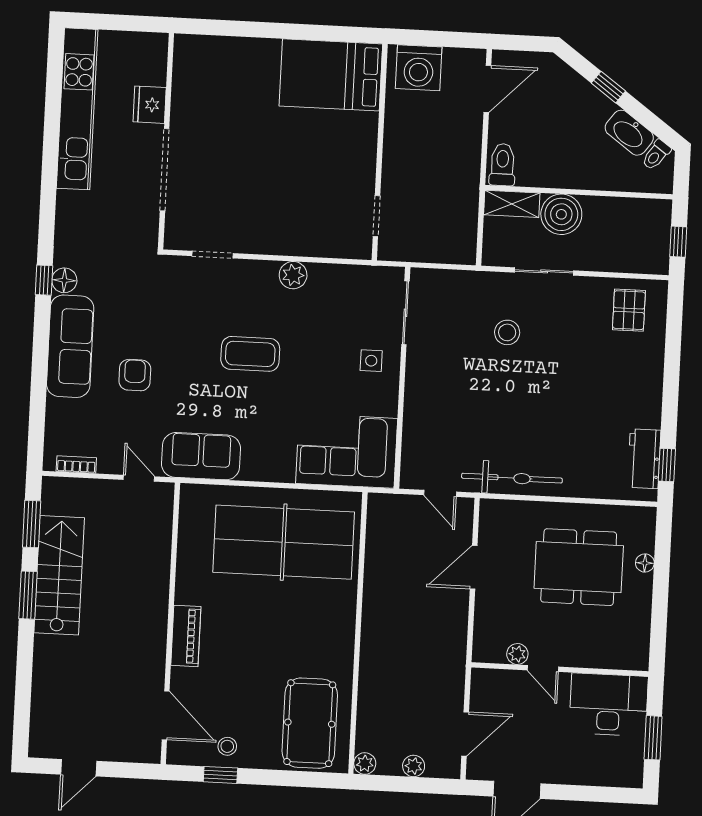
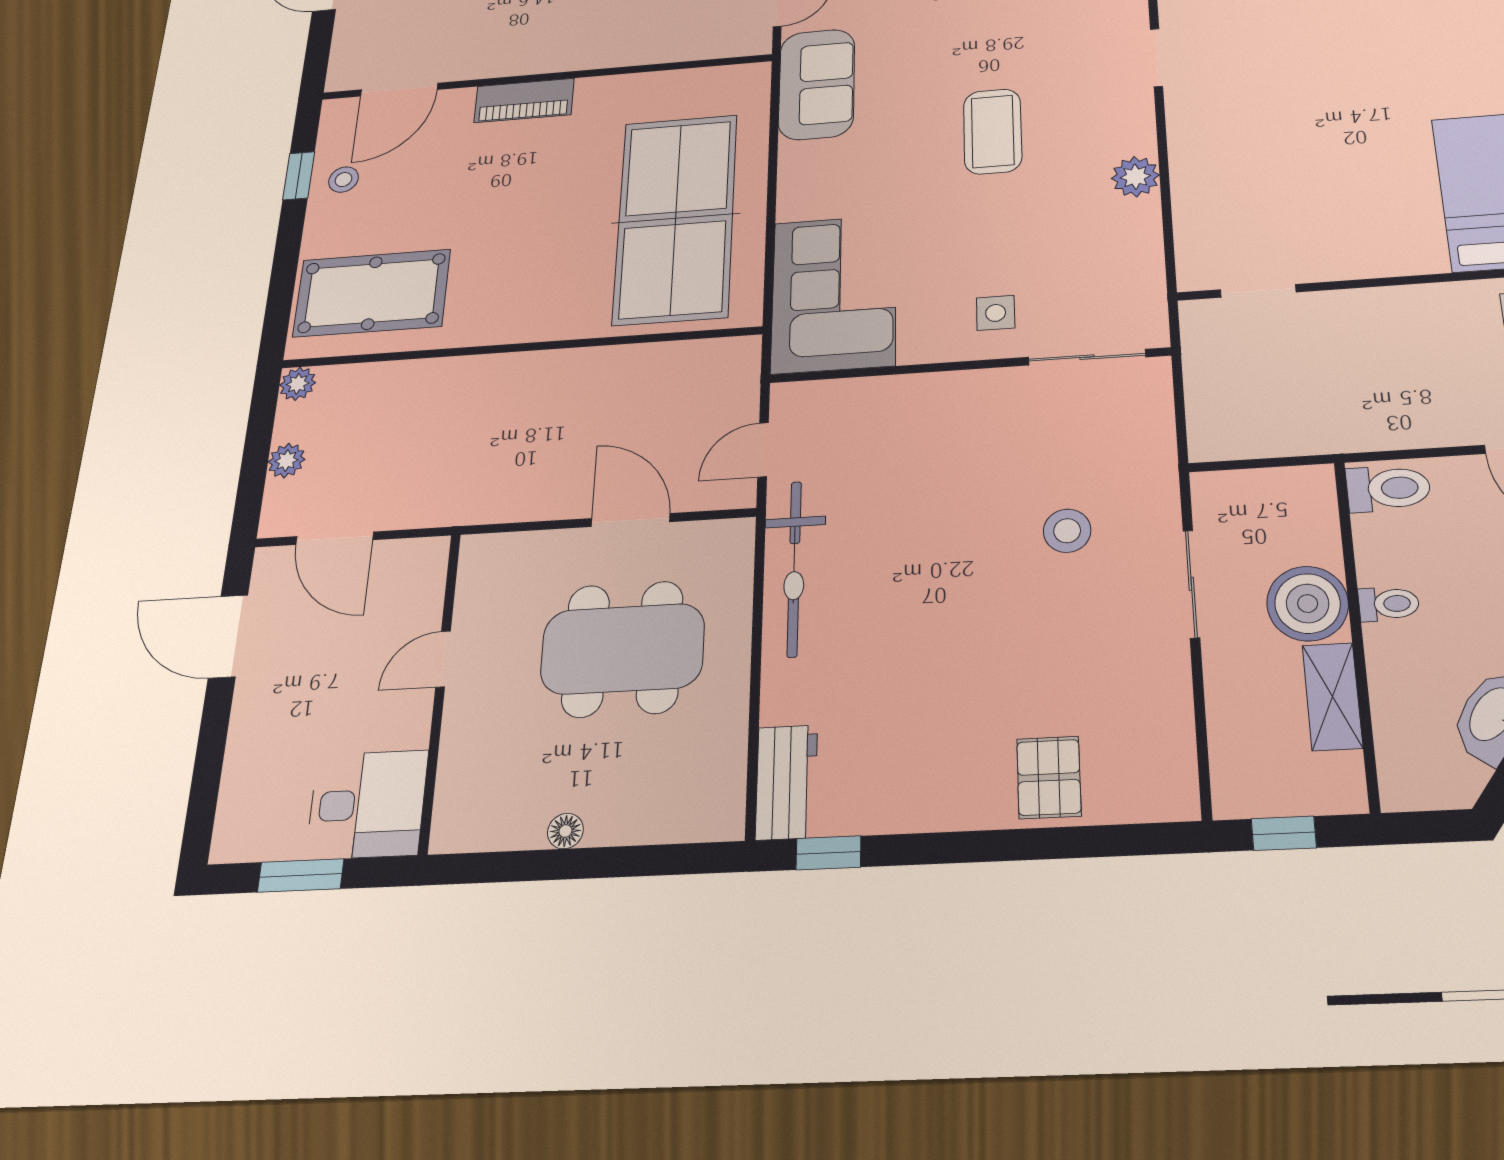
toilet: (656, 155) -> (1389, 604), moved, turned 144
shelving: (512, 204) -> (1332, 696), moved
pallet: (629, 310) -> (1049, 777), moved, turned 90
workbench: (644, 459) -> (787, 782), moved, turned 90
floor lamp: (645, 563) -> (565, 831), moved
dining table: (579, 567) -> (623, 649), moved, turned 90
plant: (517, 654) -> (472, 612), removed
desk: (609, 705) -> (367, 805), width x0.73

